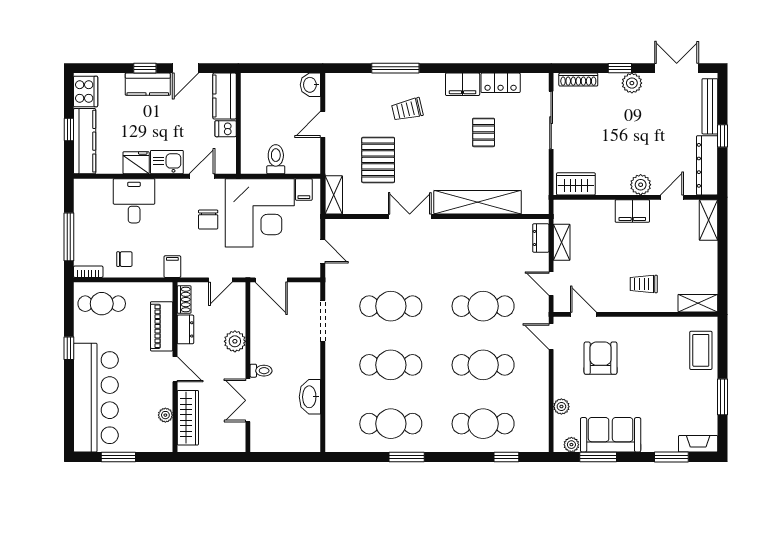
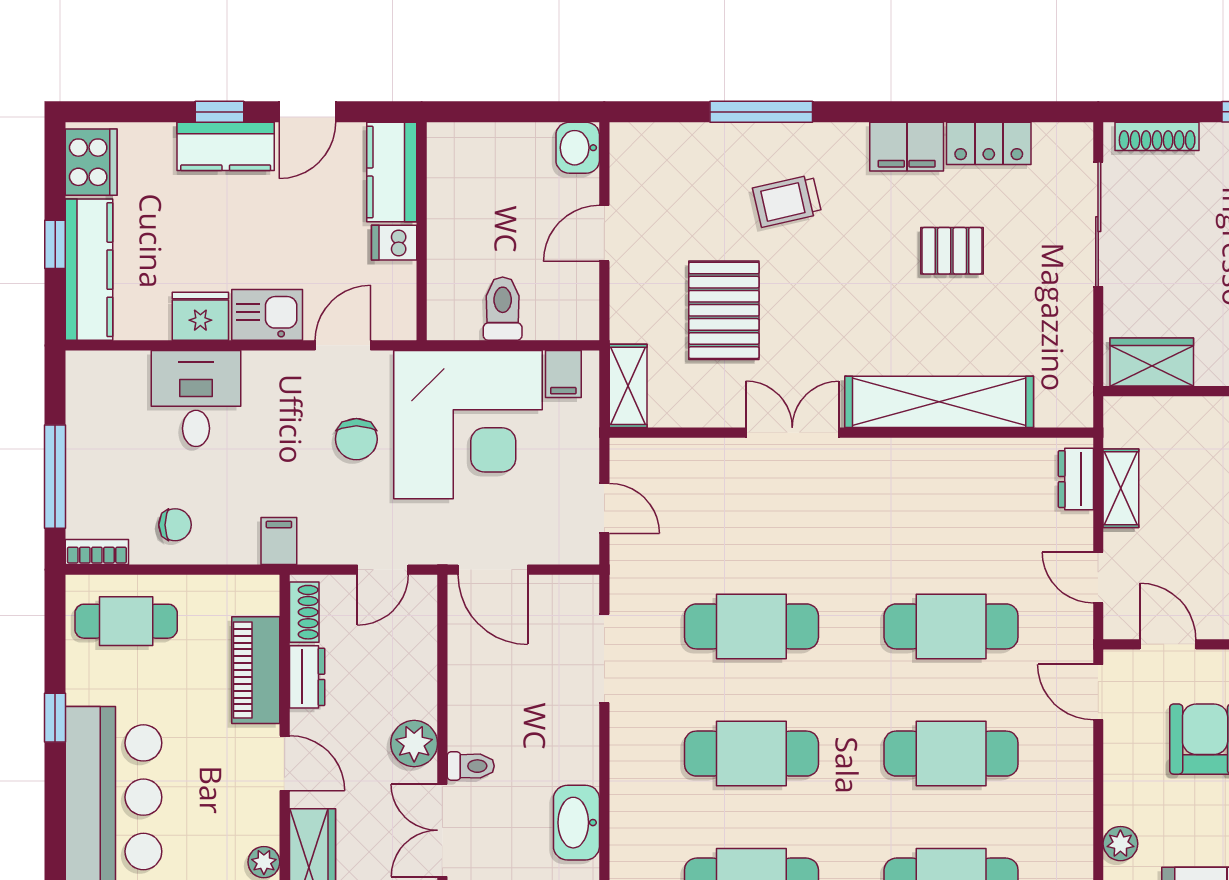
pallet: (484, 132) -> (952, 251), turned 90
plant: (235, 341) -> (414, 744), moved

